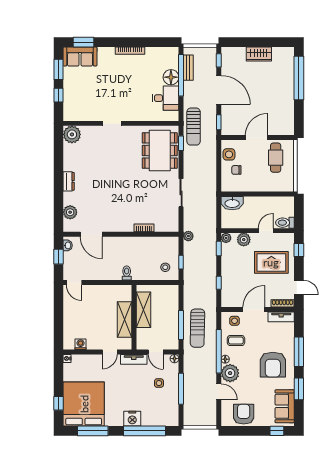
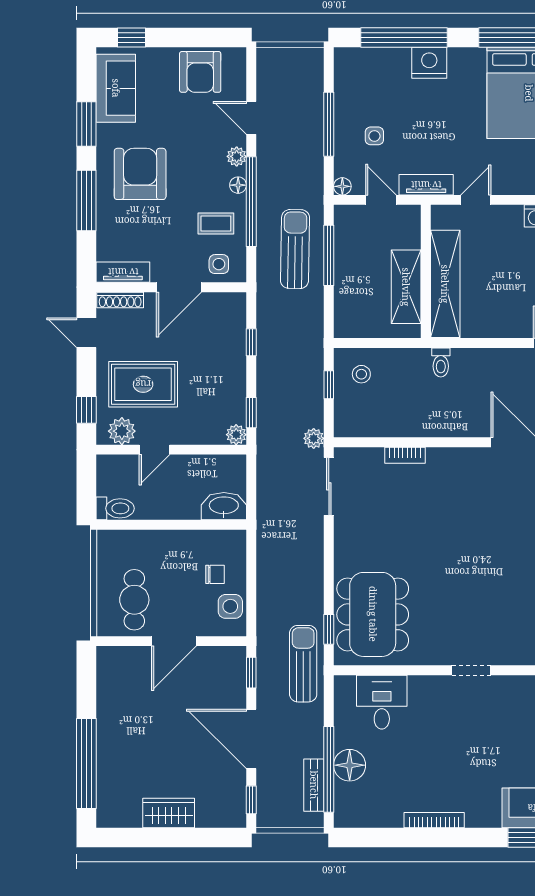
desk: (166, 98) -> (382, 702), moved, turned 90
sliding door: (181, 193) -> (329, 486), moved
toilet: (285, 223) -> (115, 508), moved
plant: (244, 240) -> (122, 431), moved
shelving: (124, 319) -> (445, 284), width x1.47
plant: (230, 373) -> (237, 156), width x0.53, depth x0.53

